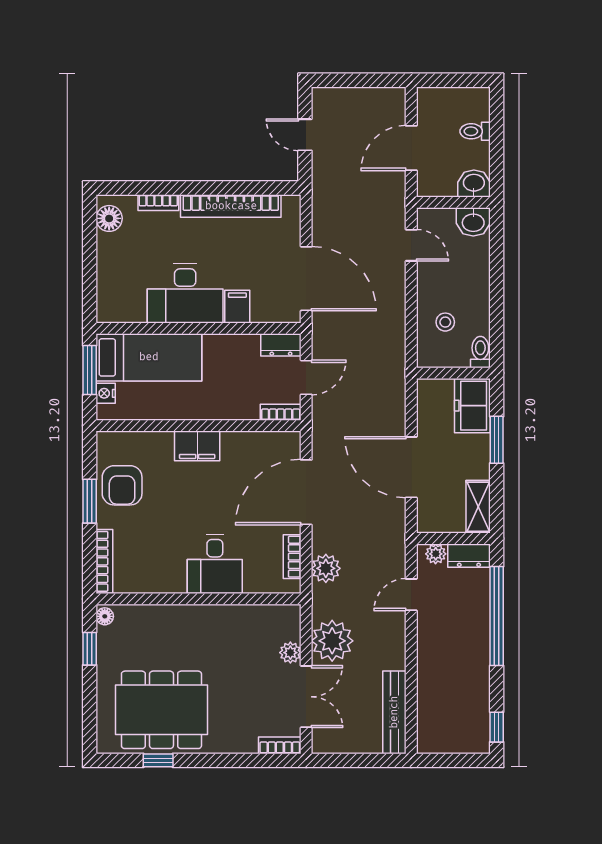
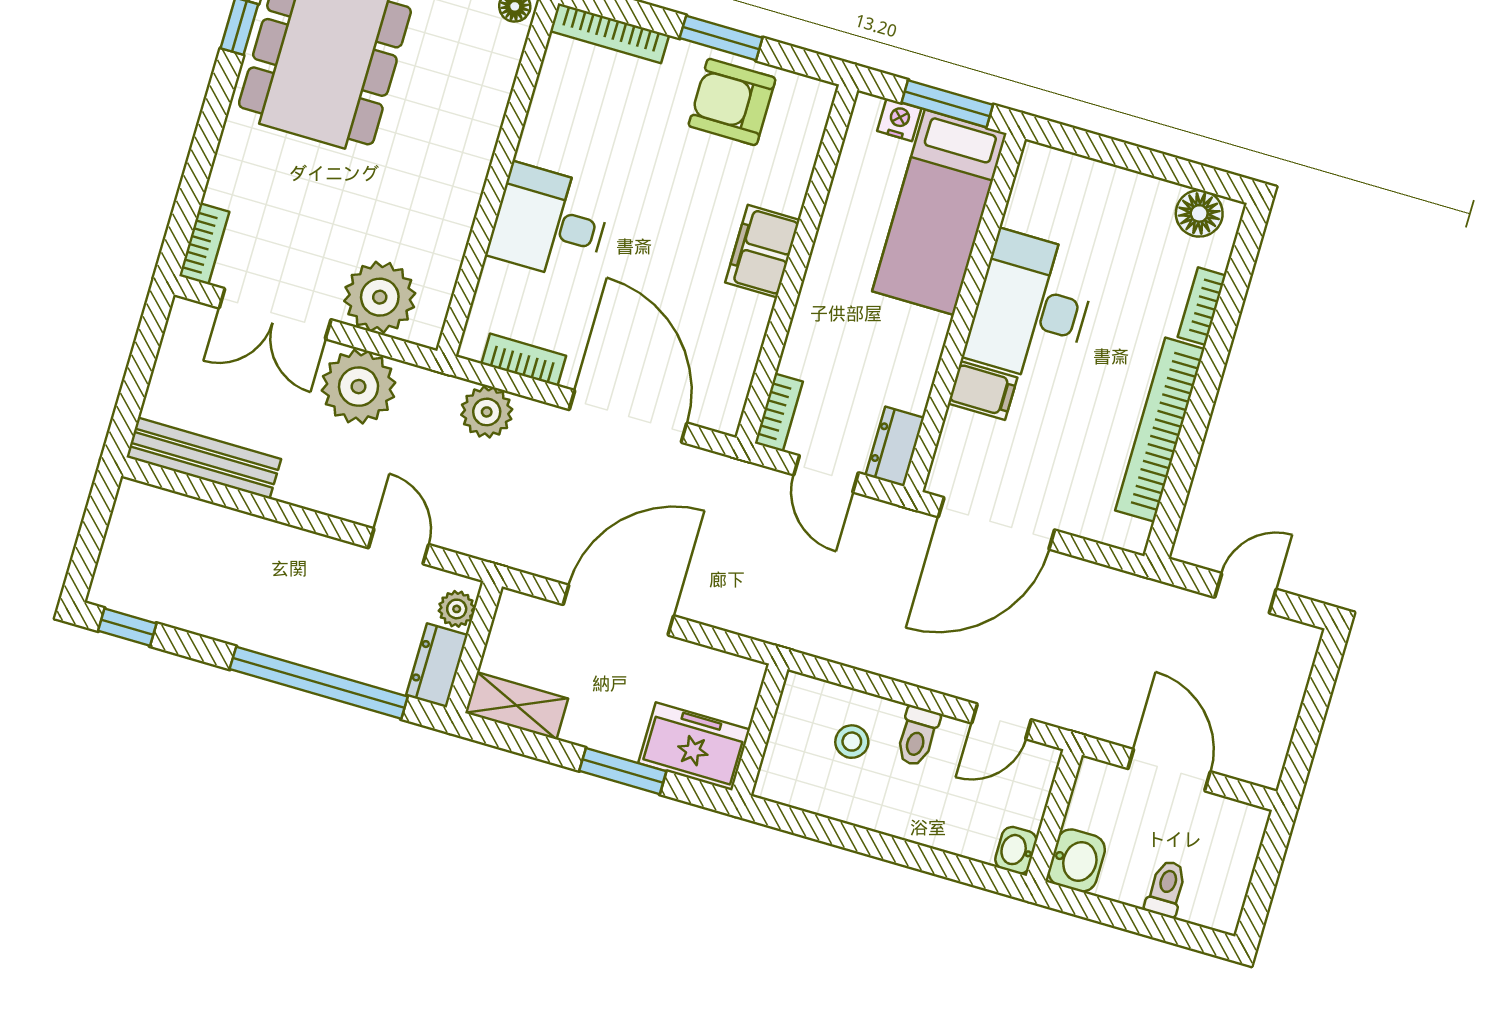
washbasin: (473, 222) -> (1016, 850), width x0.72, depth x0.69
toilet: (480, 352) -> (917, 736), moved, turned 90
plant: (290, 653) -> (380, 297), width x1.88, depth x1.88

